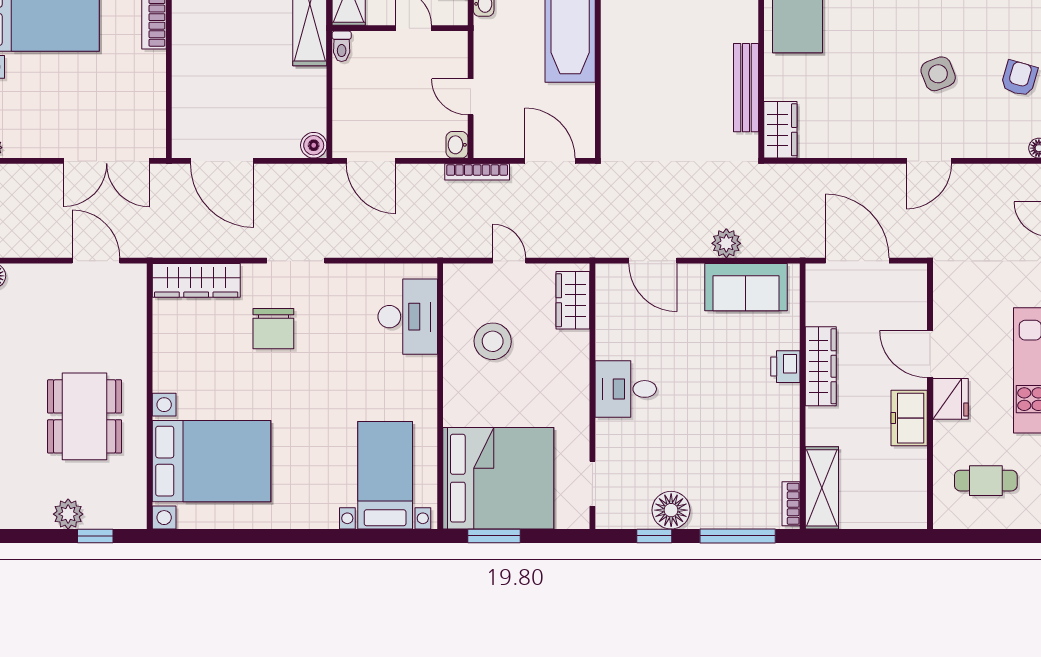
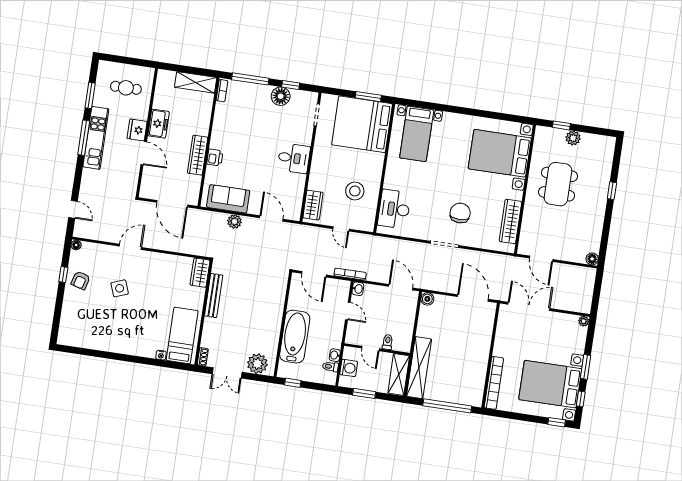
toilet: (342, 46) -> (388, 342), moved
wardrobe: (196, 280) -> (510, 221), moved, turned -90
shelving: (822, 488) -> (196, 82), moved, turned 90

